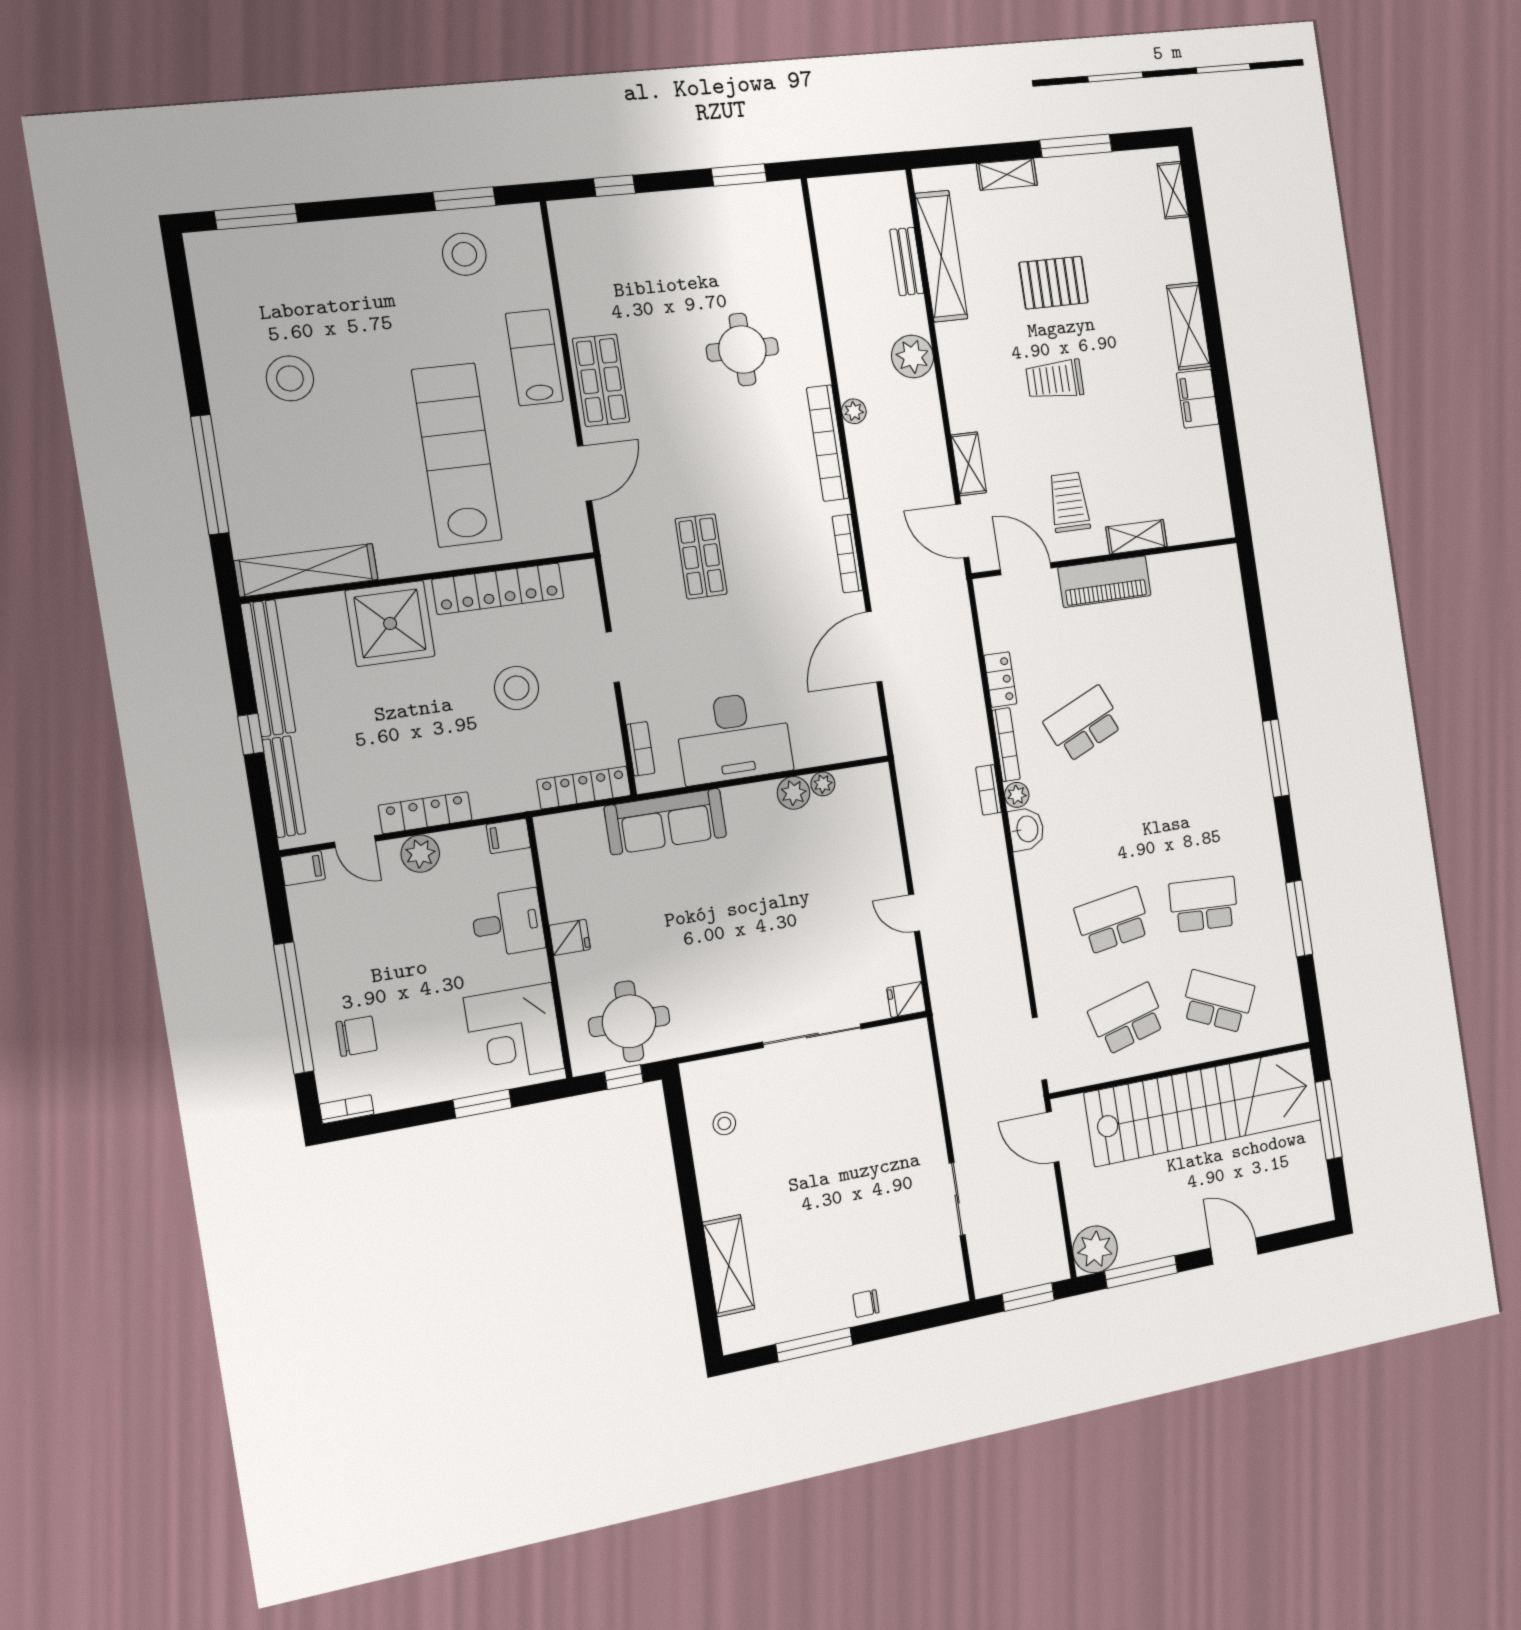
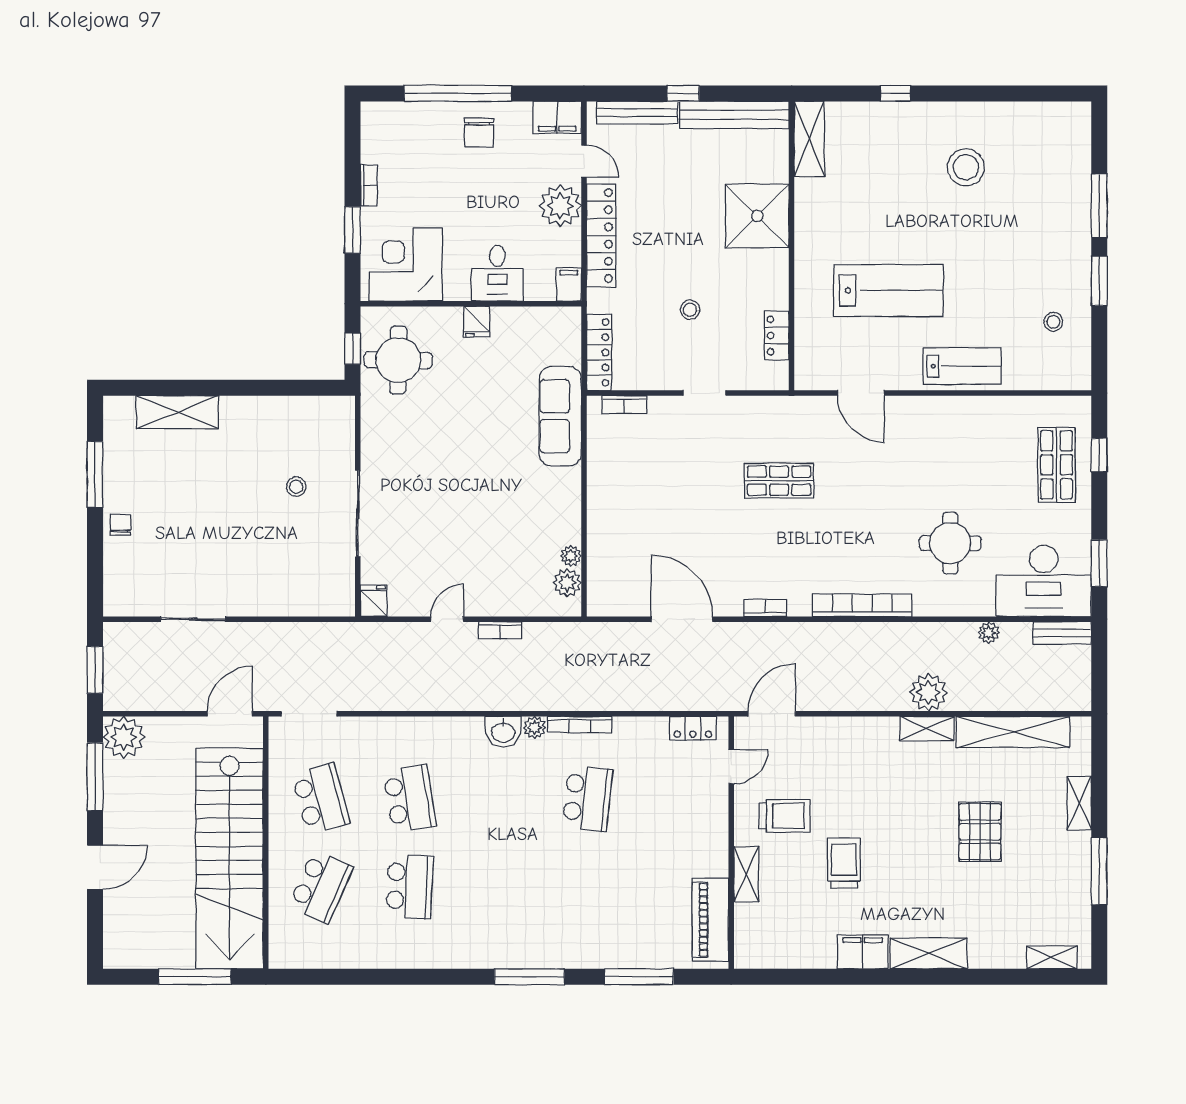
window: (464, 199) -> (1099, 281), moved
window: (256, 217) -> (1099, 206), moved
stool: (464, 254) -> (1053, 322), width x0.53, depth x0.53
bench: (907, 261) -> (1062, 633), moved
shop shelf: (601, 380) -> (1057, 465), moved, turned 90
trolley: (1055, 380) -> (844, 863), moved
plant: (854, 411) -> (989, 633), moved
lab bench: (457, 455) -> (888, 290), width x0.73
shelving: (969, 464) -> (927, 729), moved
window: (210, 475) -> (895, 93), width x0.32
bookcase: (847, 554) -> (765, 608), width x0.64
door: (1026, 569) -> (731, 767), width x0.73
shelving: (306, 570) -> (809, 139), width x0.68
piano: (1105, 582) -> (710, 920), moved
locker: (498, 589) -> (777, 336), width x0.46, depth x0.83
locker: (1000, 680) -> (693, 728), moved
stool: (517, 688) -> (690, 310), width x0.53, depth x0.53
school desk: (1083, 724) -> (587, 799), turned 30
desk: (734, 737) -> (1044, 581), moved, turned -90
bookcase: (989, 790) -> (500, 630), moved, turned 180
plant: (794, 793) -> (567, 583), moved
locker: (425, 813) -> (601, 236), width x1.41, depth x1.21
door: (355, 842) -> (584, 161), swing flipped
plant: (420, 854) -> (560, 206), width x1.36, depth x1.36
filing cabinet: (303, 868) -> (557, 117), width x2.00
window: (1299, 919) -> (639, 977), moved
chair: (356, 1036) -> (479, 133), moved
bookcase: (347, 1109) -> (369, 185), moved
stool: (724, 1123) -> (296, 487), moved

